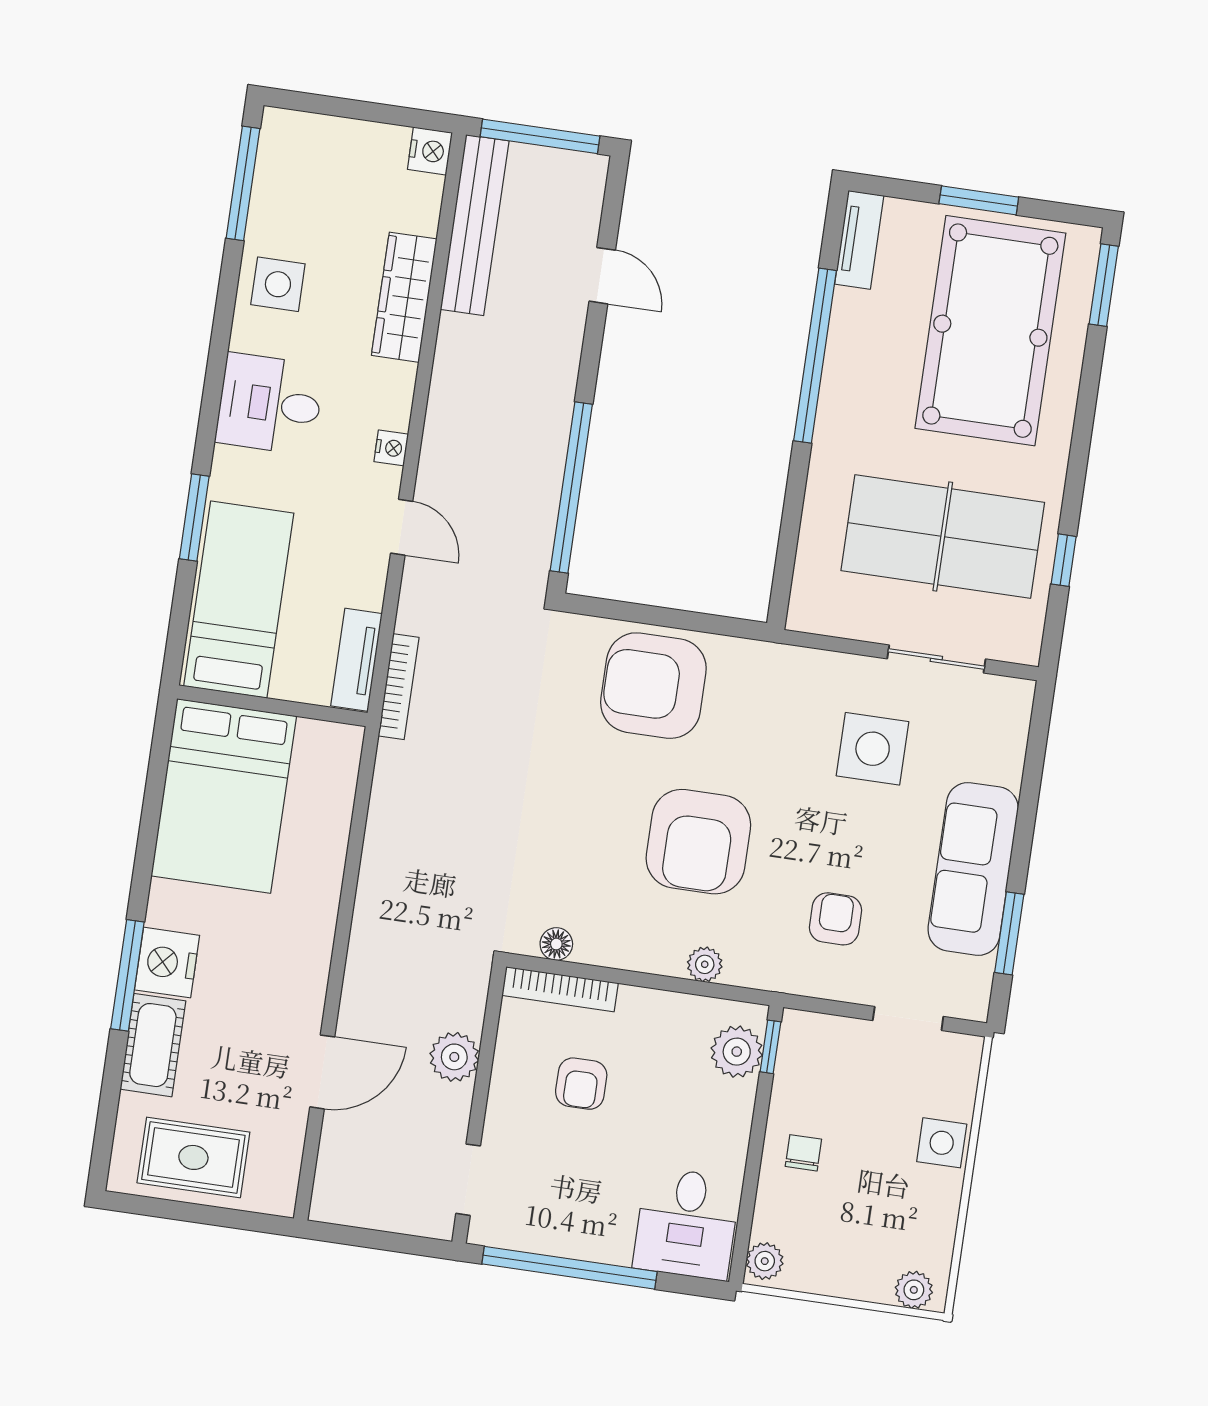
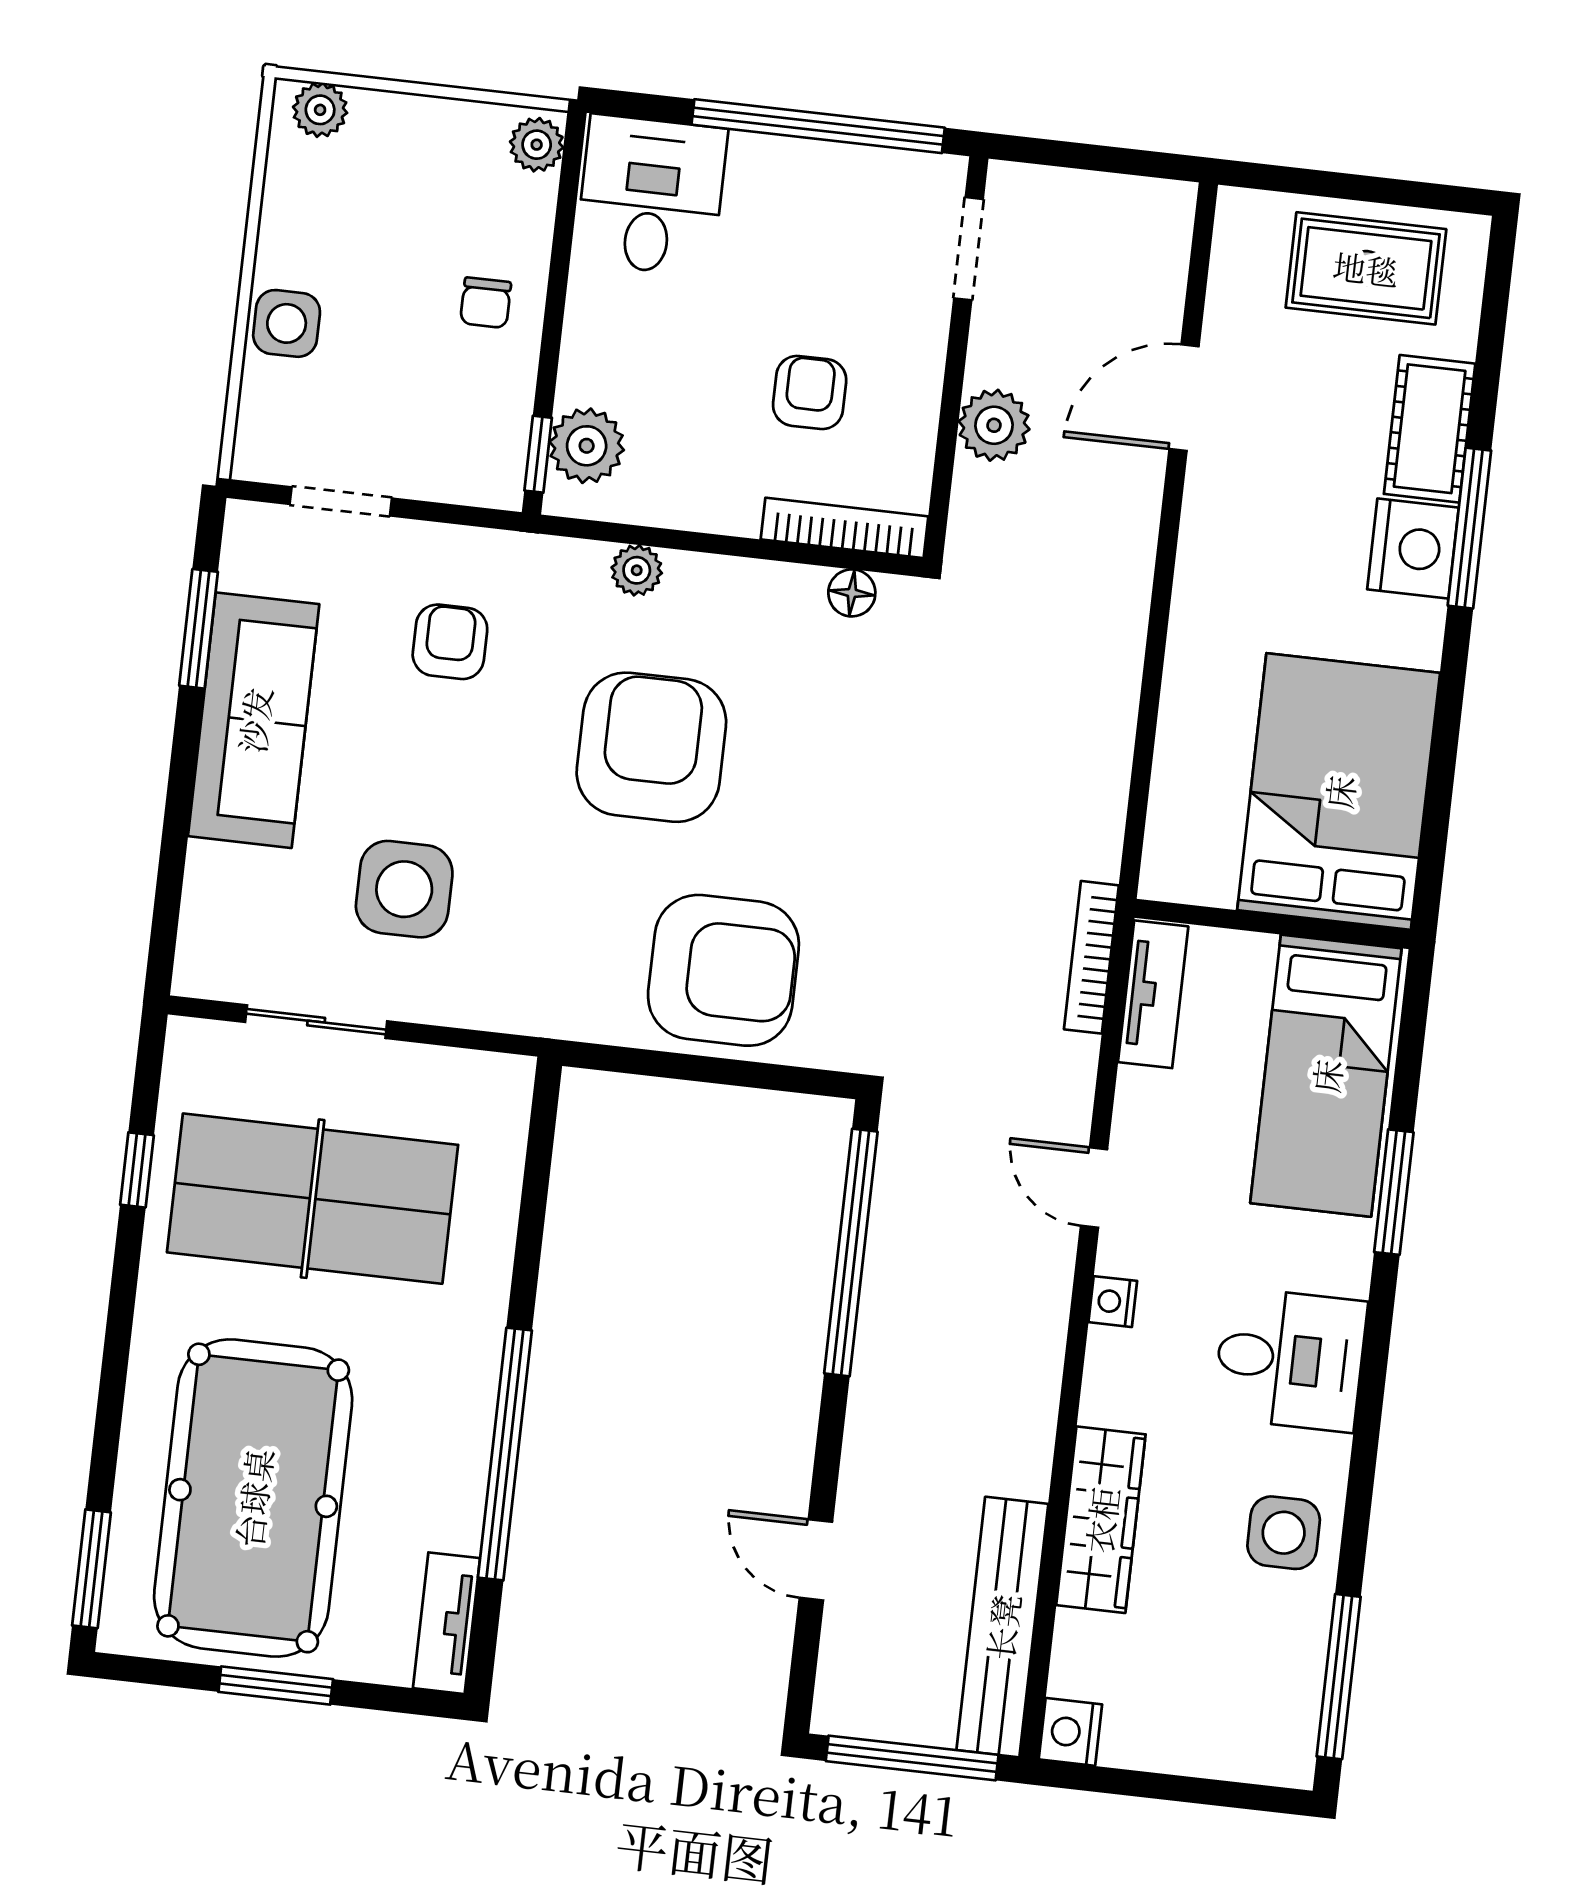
armchair: (836, 919) -> (450, 642), turned 180

